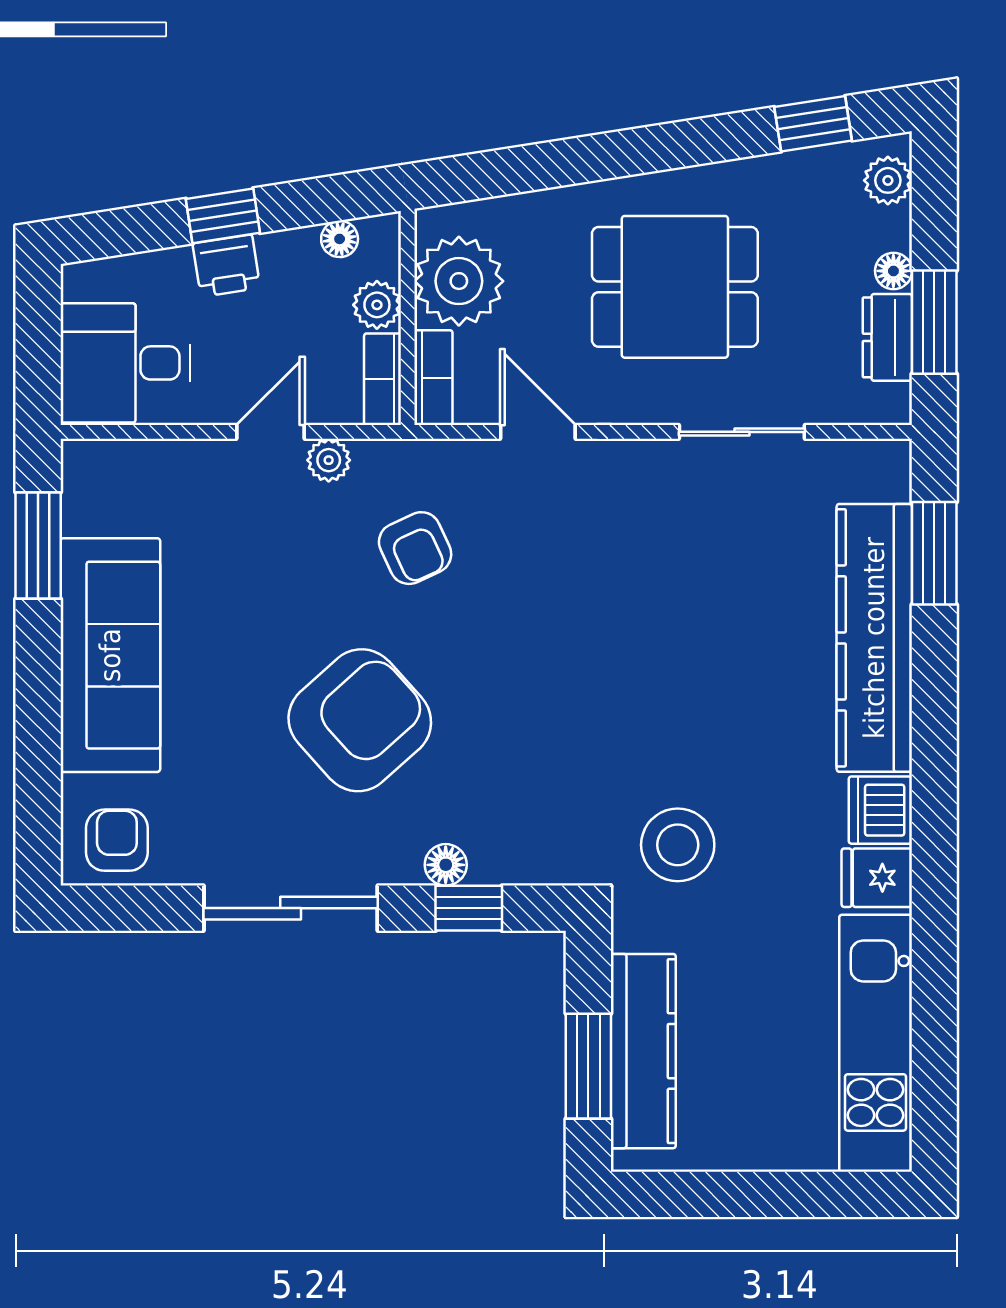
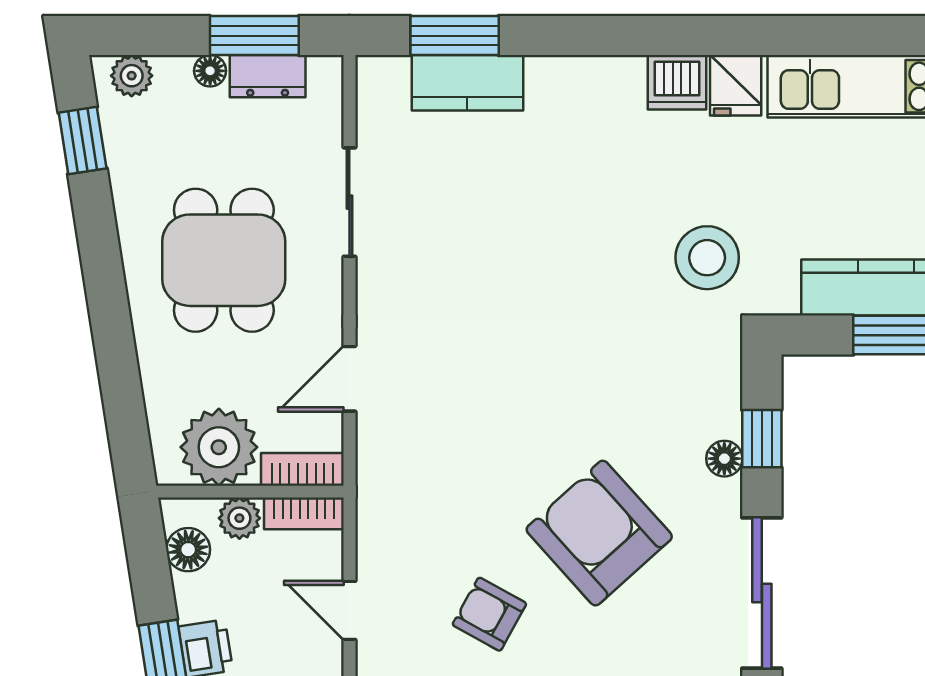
floor lamp: (340, 239) -> (188, 550), width x1.37, depth x1.37
plant: (329, 460) -> (374, 560), removed
armchair: (415, 548) -> (489, 614), moved, turned -126
kitchen counter: (874, 638) -> (467, 83), width x0.48, depth x0.86

